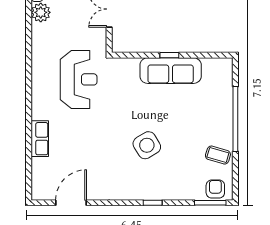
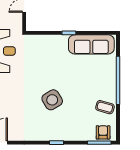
sofa: (171, 71) -> (91, 44), moved

